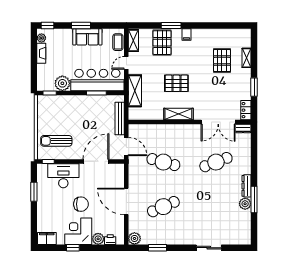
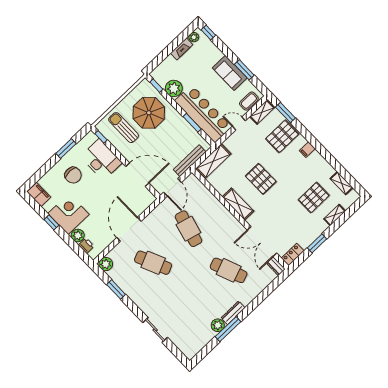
window: (81, 25) -> (244, 70), moved
window: (171, 25) -> (285, 113), moved
shelving: (230, 33) -> (342, 183), added
shelving: (135, 91) -> (213, 161), moved
parasol: (63, 115) -> (149, 113), added
chair: (81, 204) -> (73, 175), moved

